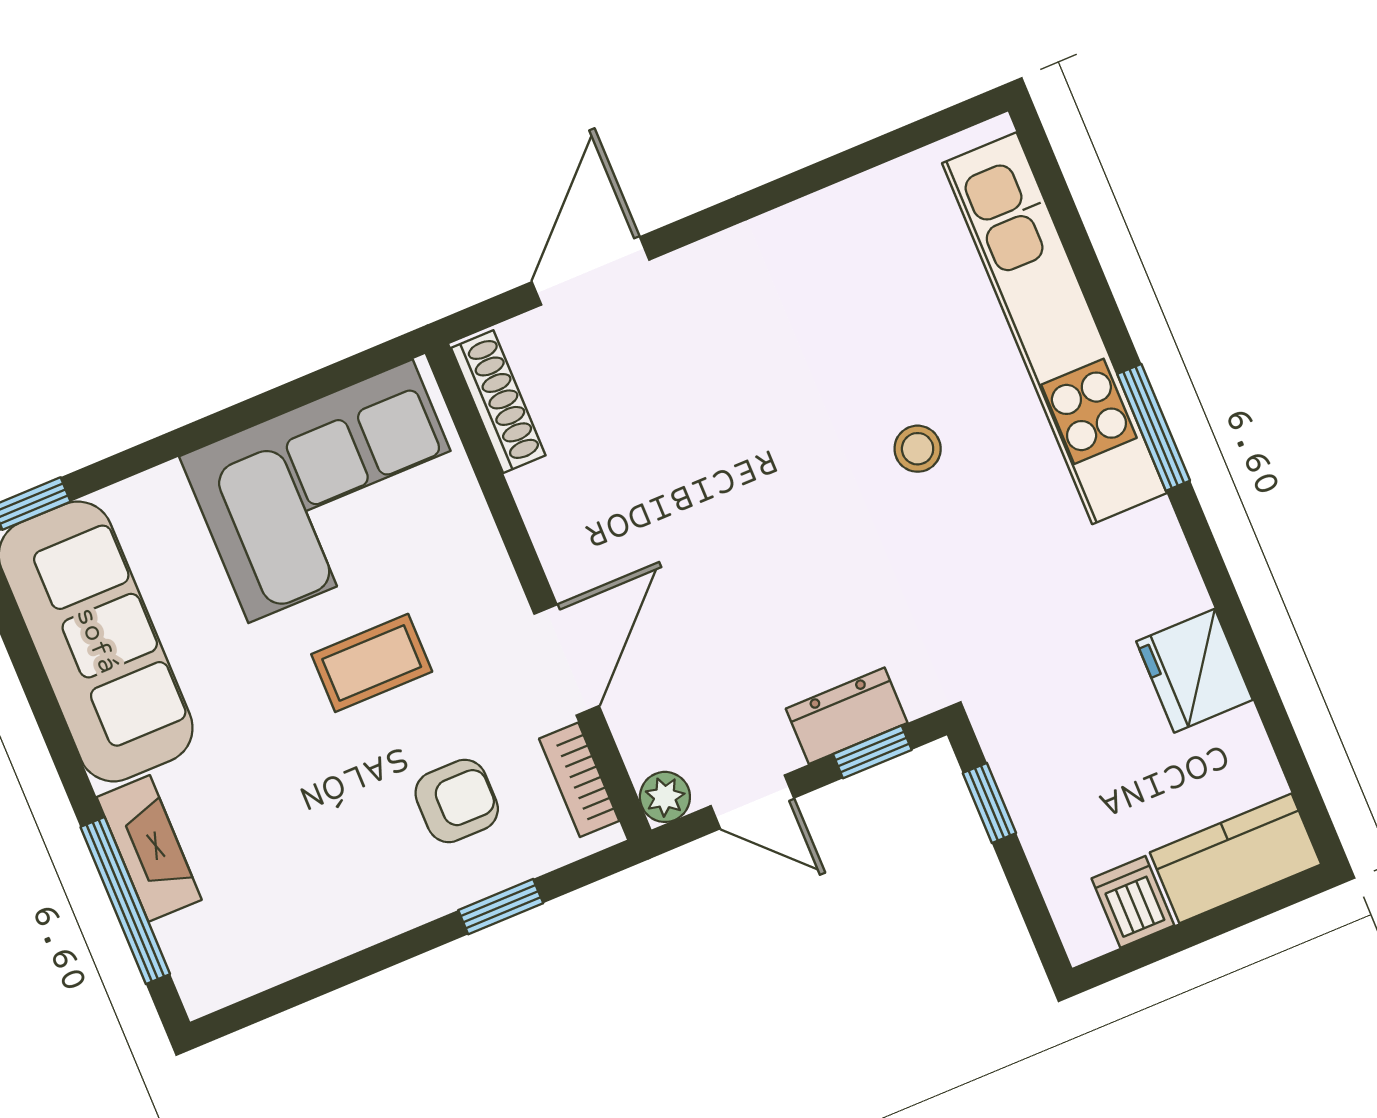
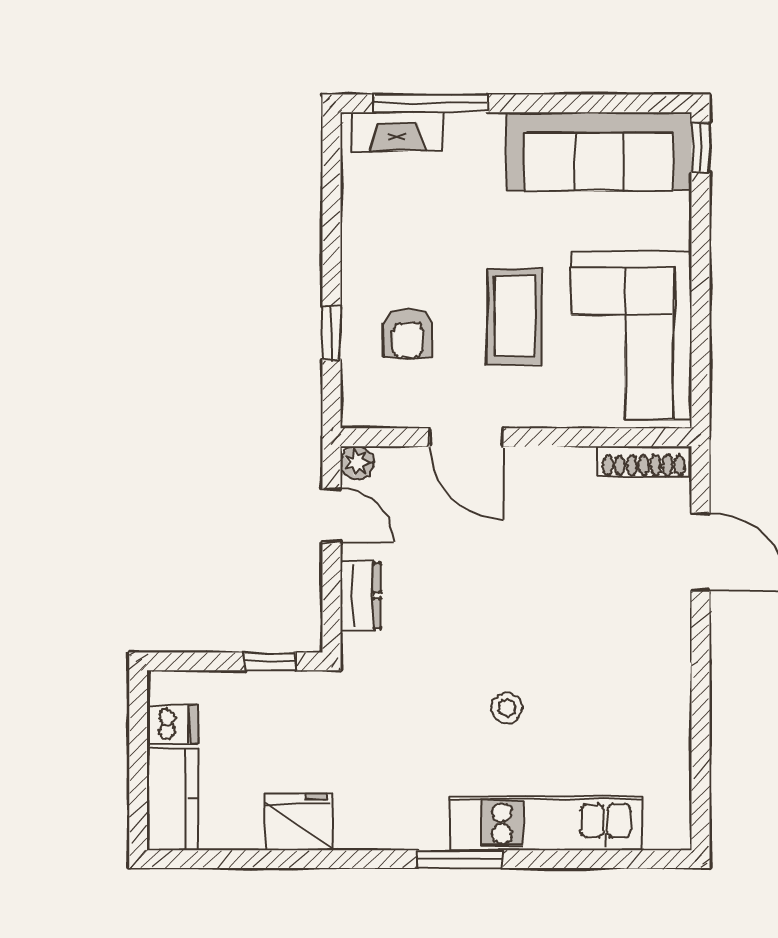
kitchen unit: (1054, 328) -> (546, 823), width x0.73
coffee table: (372, 663) -> (515, 316), width x1.36, depth x1.30
window: (872, 752) -> (331, 602), removed
bookcase: (579, 780) -> (390, 414), removed
door: (752, 802) -> (331, 515), swing flipped
fireplace: (149, 848) -> (397, 131), moved

